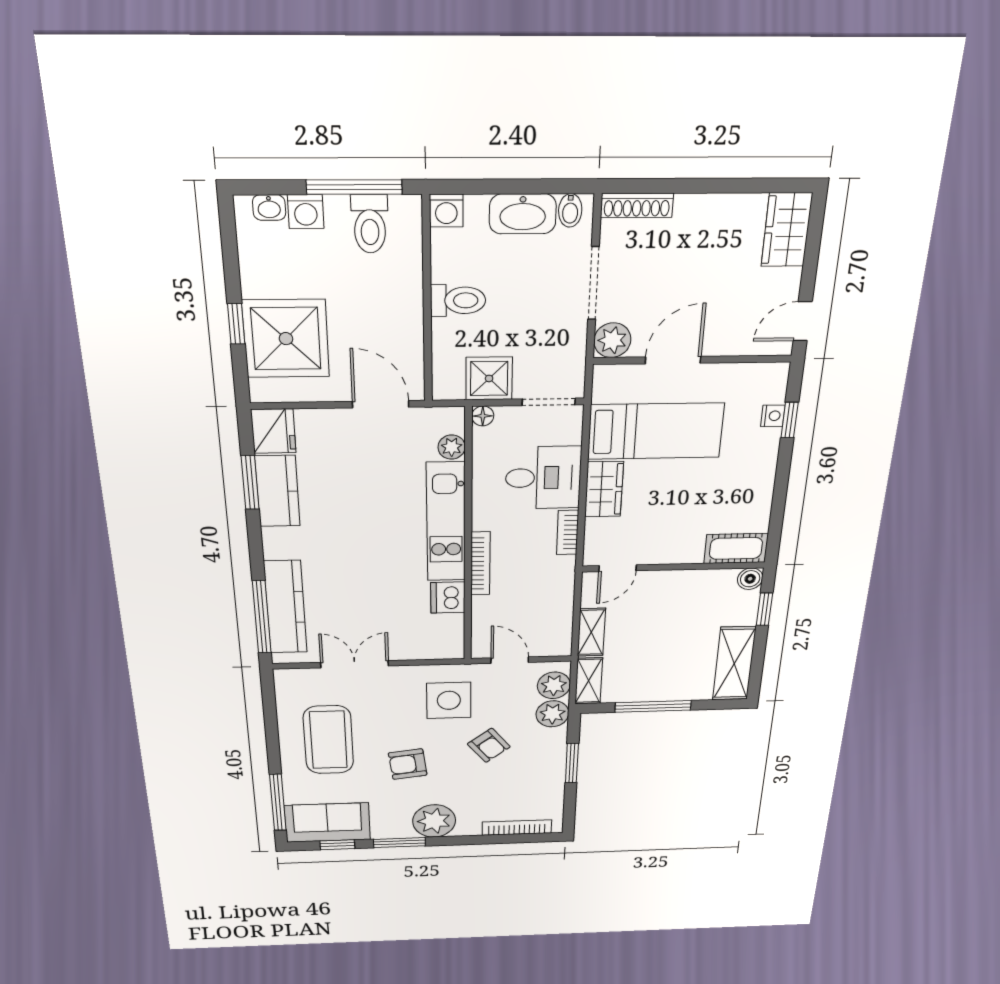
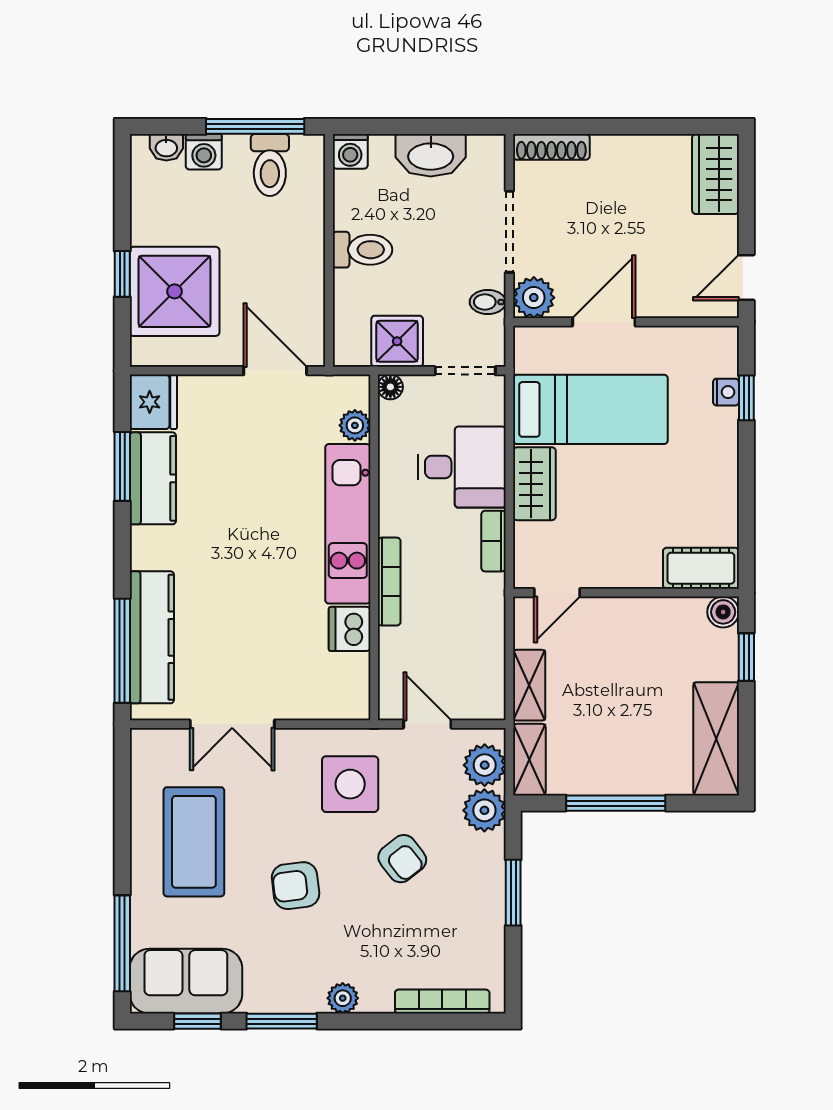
bidet: (570, 210) -> (488, 302), moved, turned 90
double door: (355, 664) -> (232, 724), swing flipped
plant: (434, 821) -> (343, 998), width x0.53, depth x0.53

